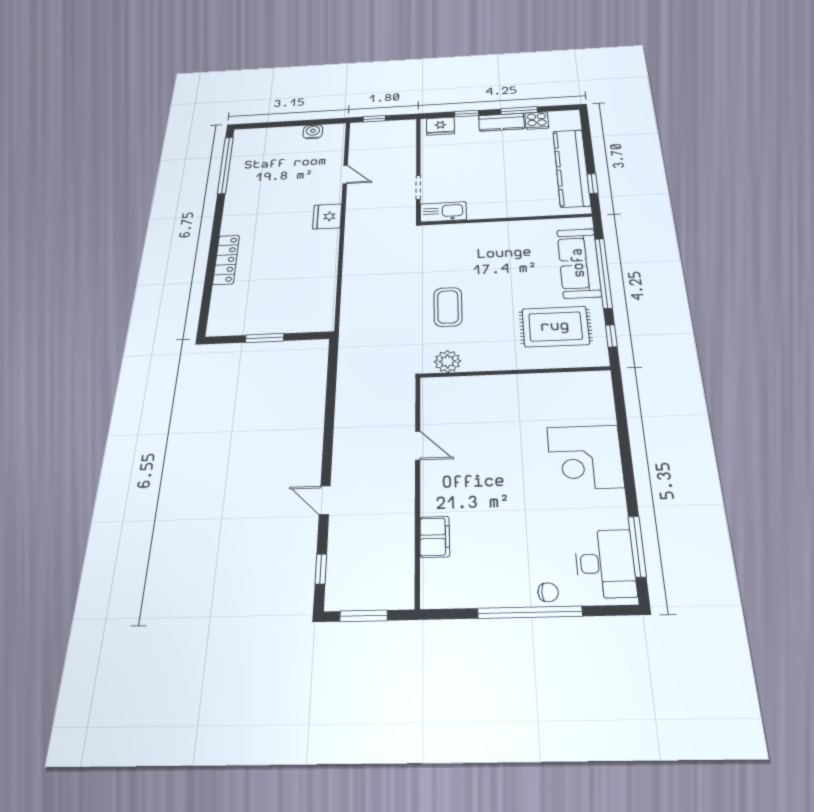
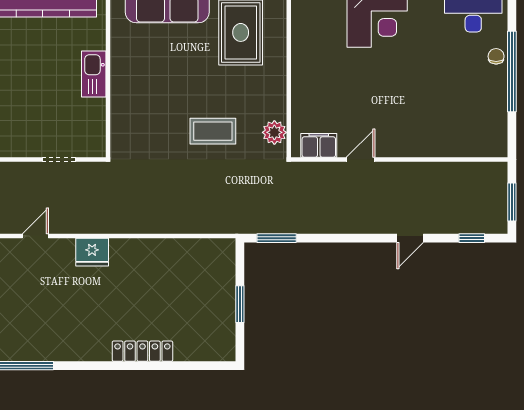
kitchen sink: (443, 212) -> (94, 74), moved
window: (332, 368) -> (277, 238), added
filing cabinet: (435, 537) -> (319, 145), moved

